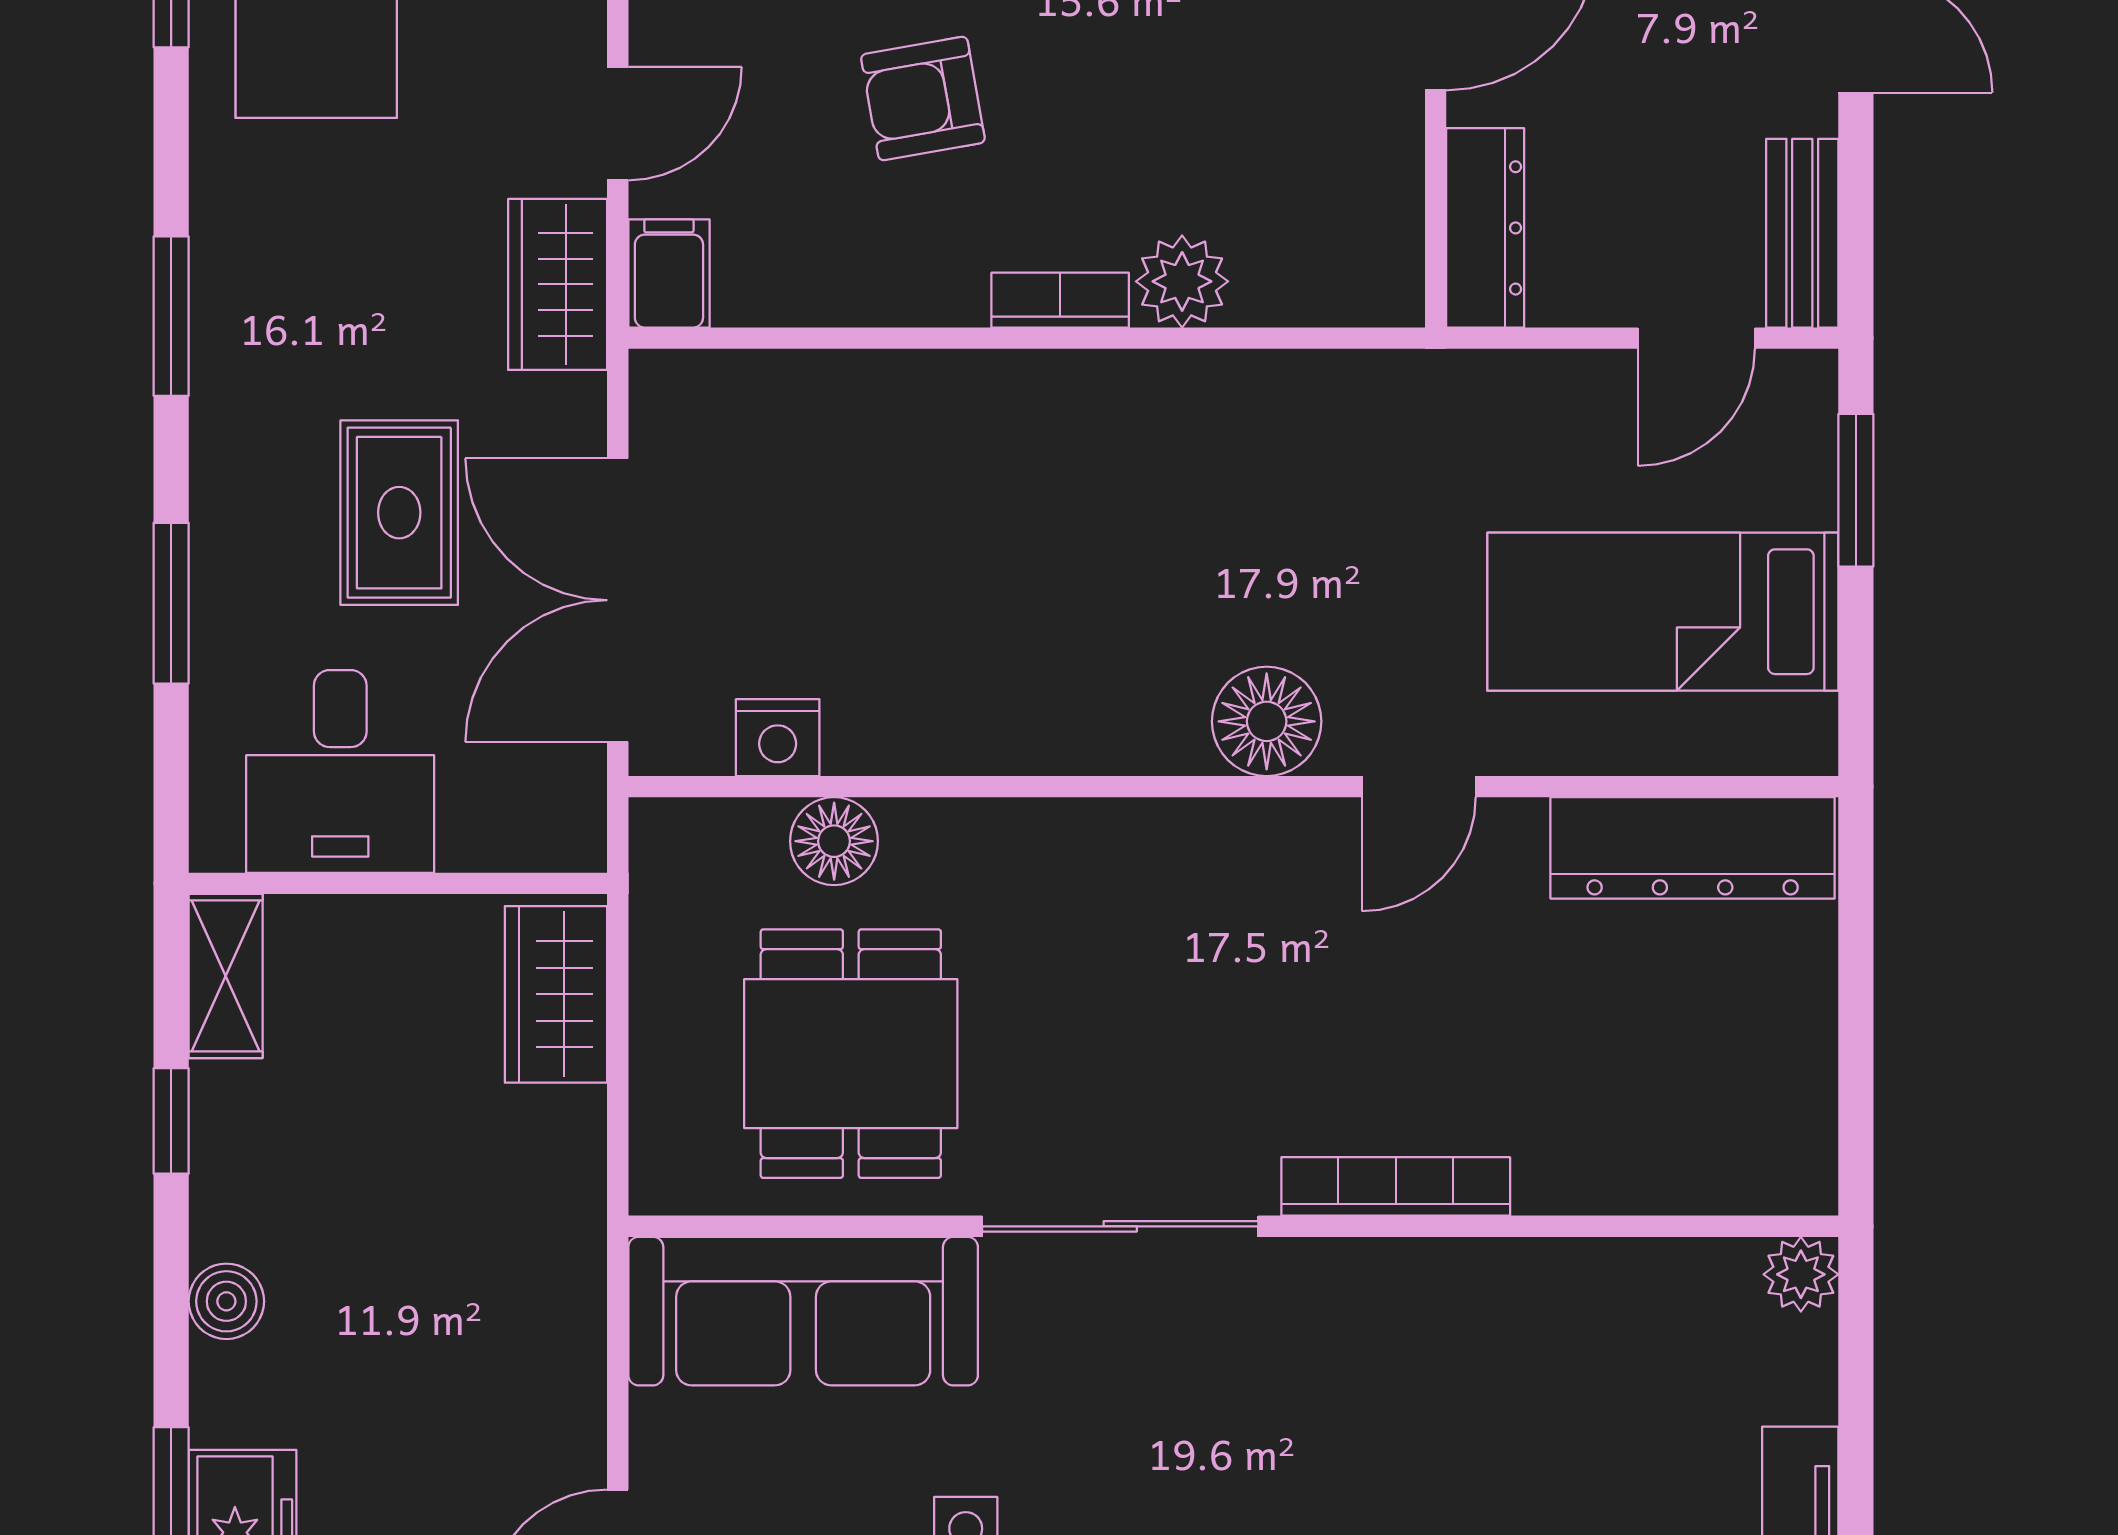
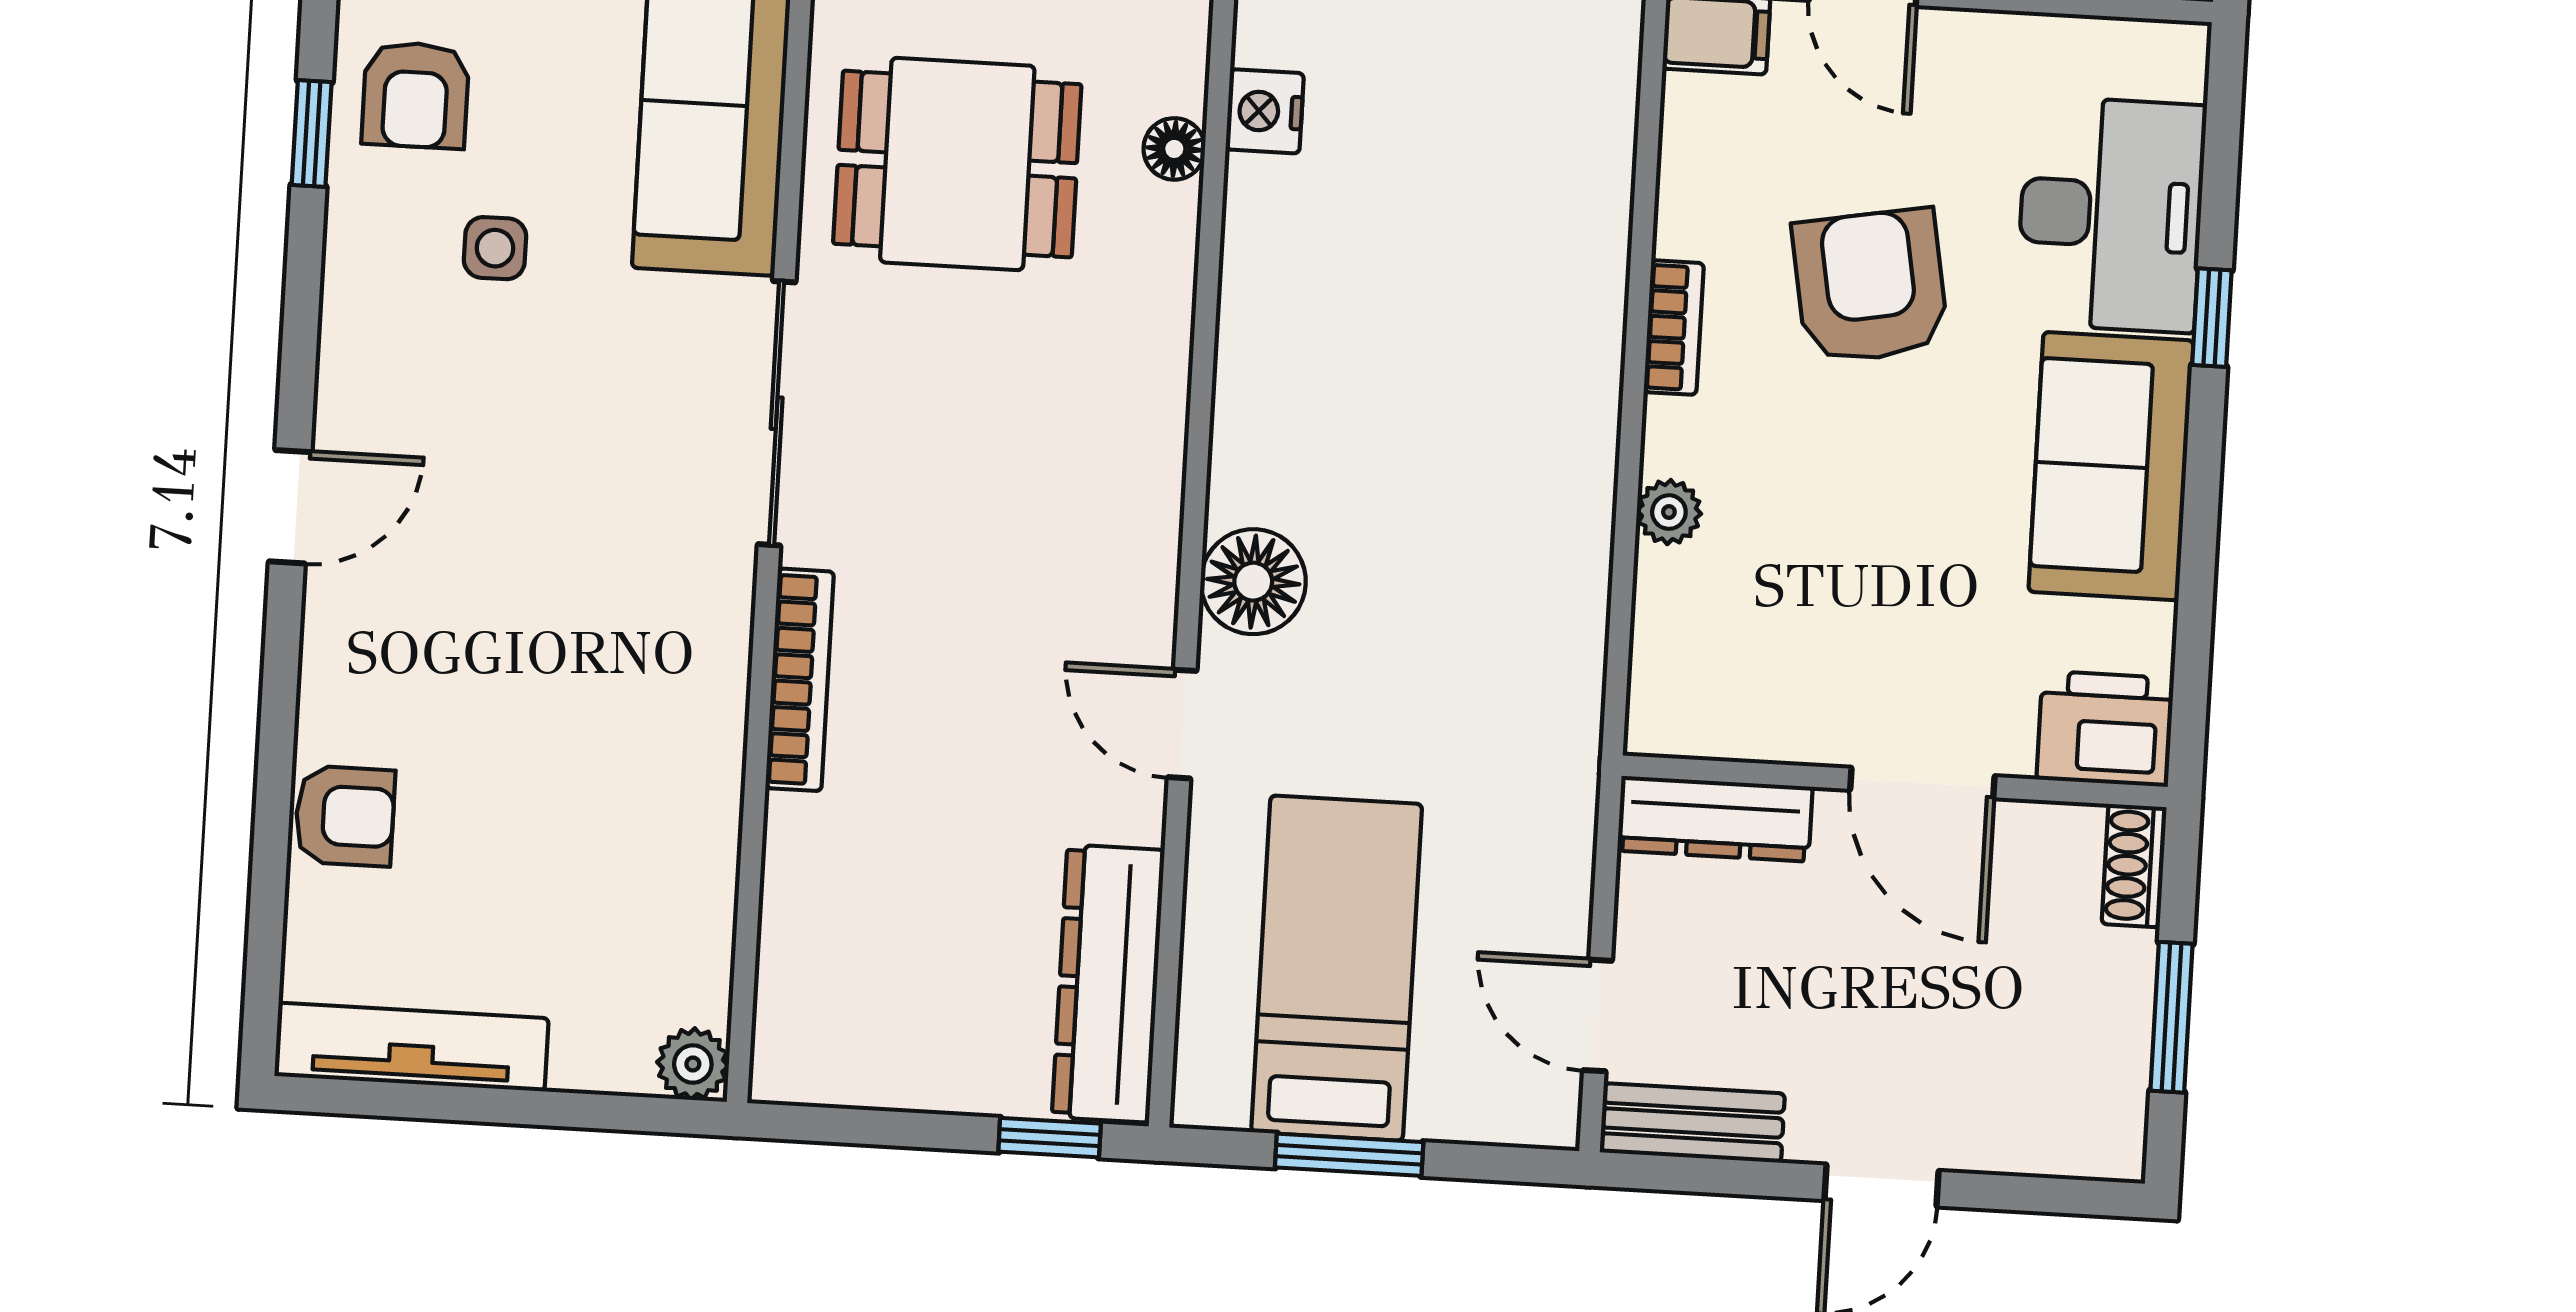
armchair: (923, 99) -> (1870, 286), width x1.38, depth x1.38
plant: (1182, 281) -> (1669, 512), width x0.73, depth x0.73
bookcase: (1060, 300) -> (1674, 328), moved
window: (1856, 490) -> (1349, 1155), moved
floor lamp: (834, 841) -> (1174, 149), width x0.73, depth x0.73
window: (1856, 900) -> (1050, 1138), added

